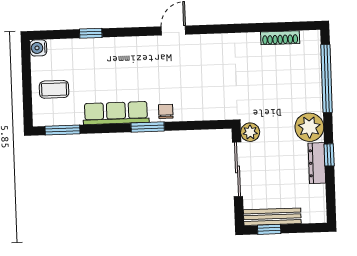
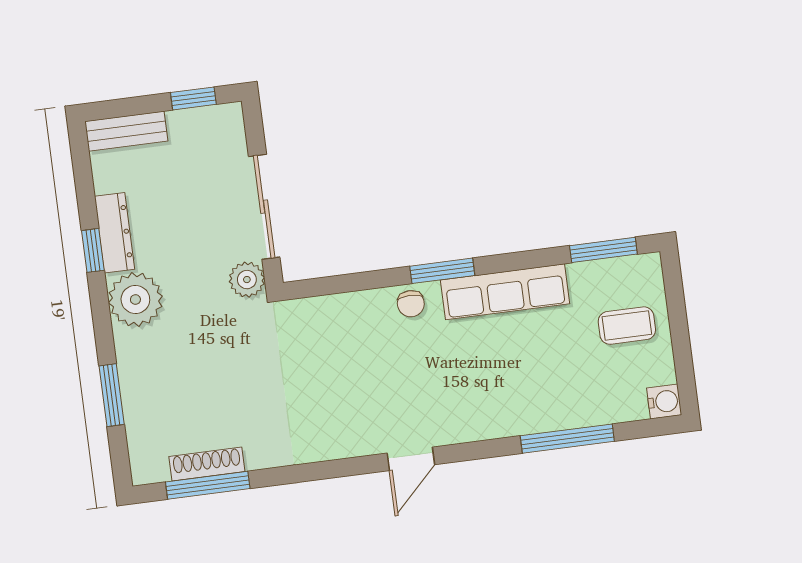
window: (281, 27) -> (208, 485), added
window: (91, 33) -> (567, 439), width x2.17
window: (326, 78) -> (112, 395), width x0.47
bench: (272, 217) -> (126, 131), moved, width x0.73

